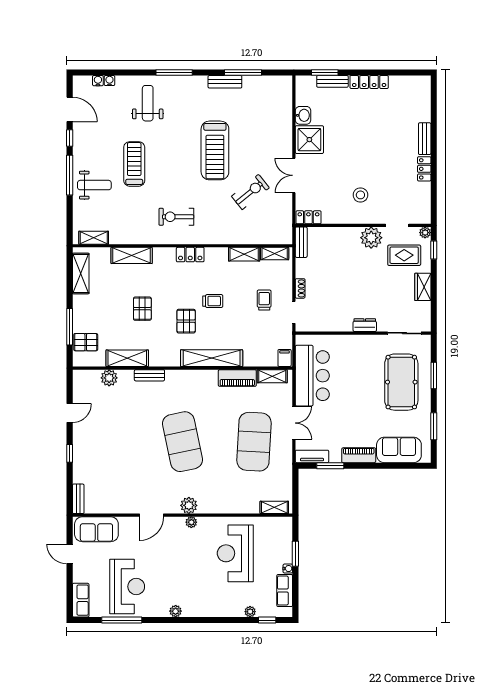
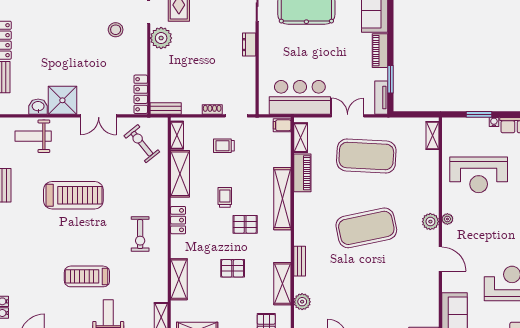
weight bench: (148, 103) -> (33, 136), moved
exercise bike: (250, 192) -> (142, 144), moved
stool: (360, 195) -> (116, 30), moved
locker: (308, 217) -> (141, 94), width x1.53
shelving: (244, 254) -> (180, 174), width x1.50, depth x1.33

